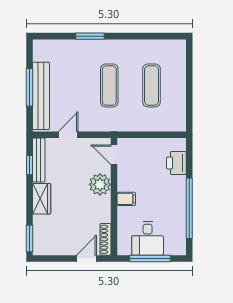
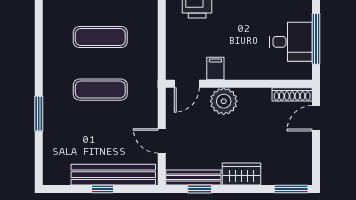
window: (30, 87) -> (102, 189), width x0.46
filing cabinet: (126, 199) -> (215, 68), moved
door: (86, 258) -> (316, 118), hinge flipped

